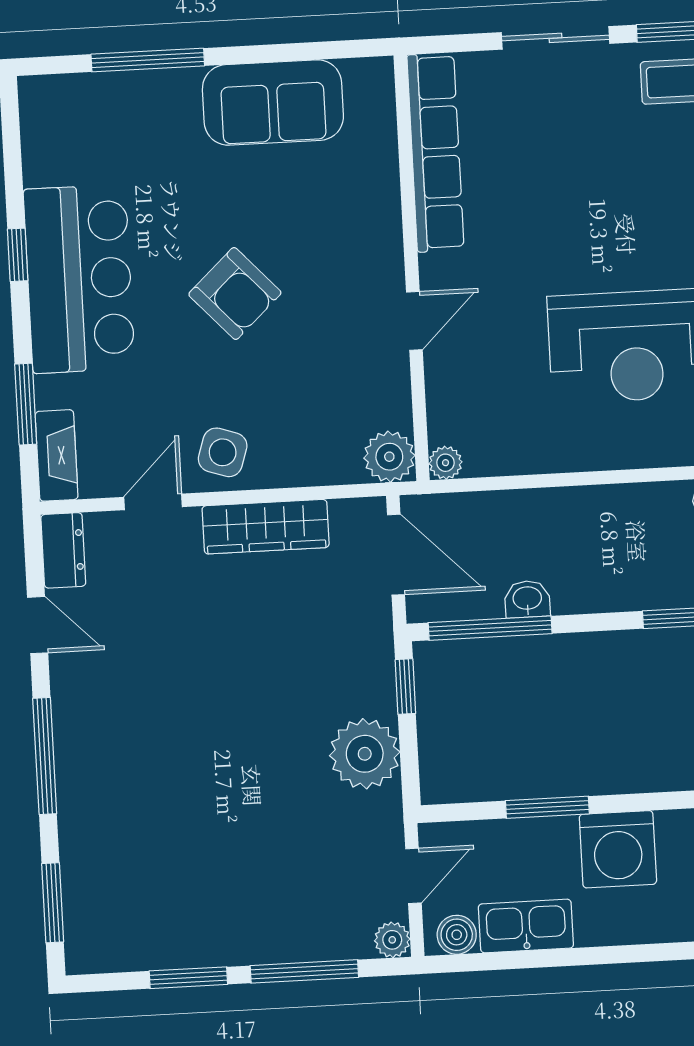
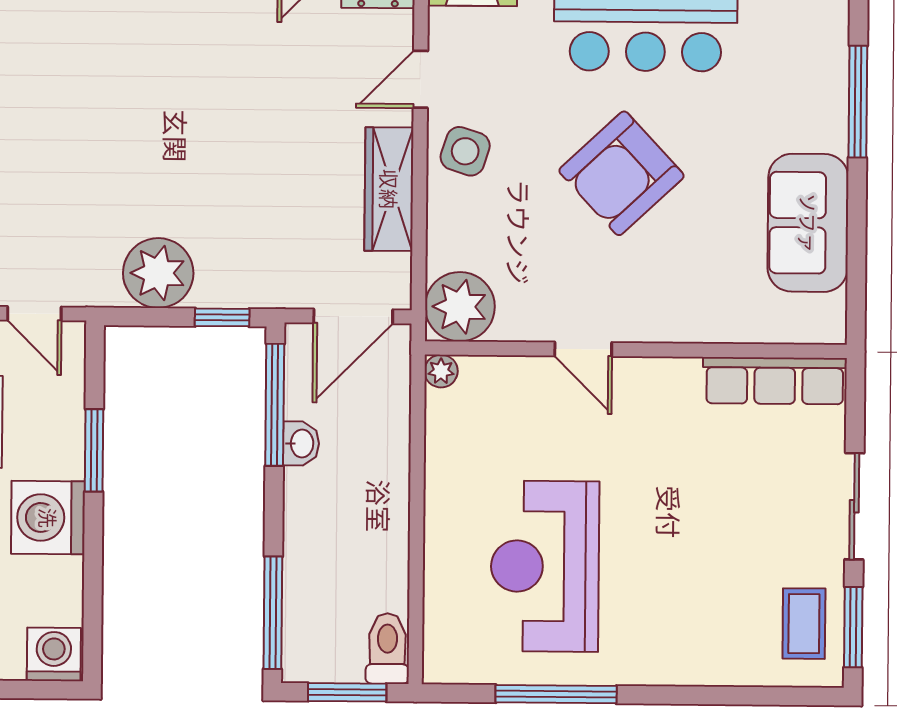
row of seats: (435, 152) -> (775, 381), width x0.73
armchair: (235, 294) -> (621, 173), width x1.36, depth x1.36
plant: (389, 457) -> (460, 307), width x1.36, depth x1.36
door: (153, 502) -> (420, 79), swing flipped

